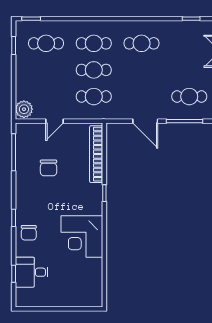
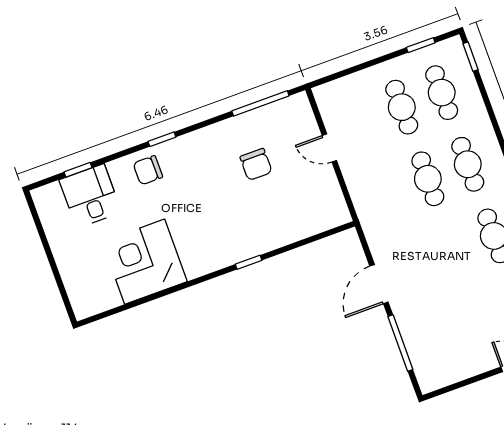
cafe table: (94, 97) -> (402, 107), moved
cafe table: (189, 97) -> (440, 337), removed
plant: (24, 109) -> (331, 95), removed
bookcase: (96, 154) -> (303, 228), removed
chair: (49, 168) -> (256, 164), turned -90
corner desk: (82, 237) -> (145, 262), moved

